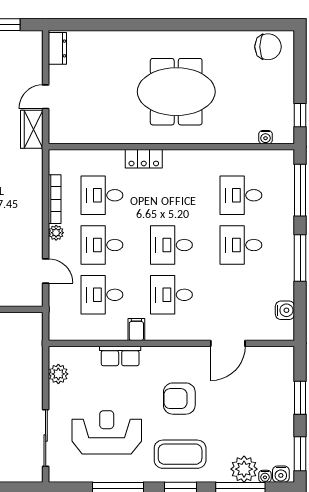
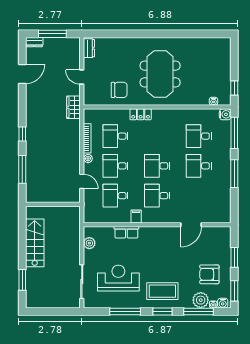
chair: (268, 47) -> (119, 90), moved
meeting table: (176, 92) -> (160, 74), turned 90
door: (46, 97) -> (82, 77), hinge flipped
wardrobe: (32, 129) -> (73, 107), moved
water cooler: (285, 310) -> (225, 114), moved
armchair: (179, 399) -> (209, 274), moved

